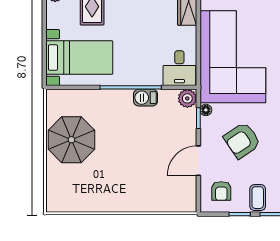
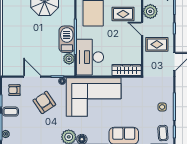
desk: (179, 68) -> (90, 57), width x1.87, depth x1.30
barbecue: (146, 98) -> (67, 39), width x1.88, depth x1.53
plant: (187, 98) -> (69, 59), moved

